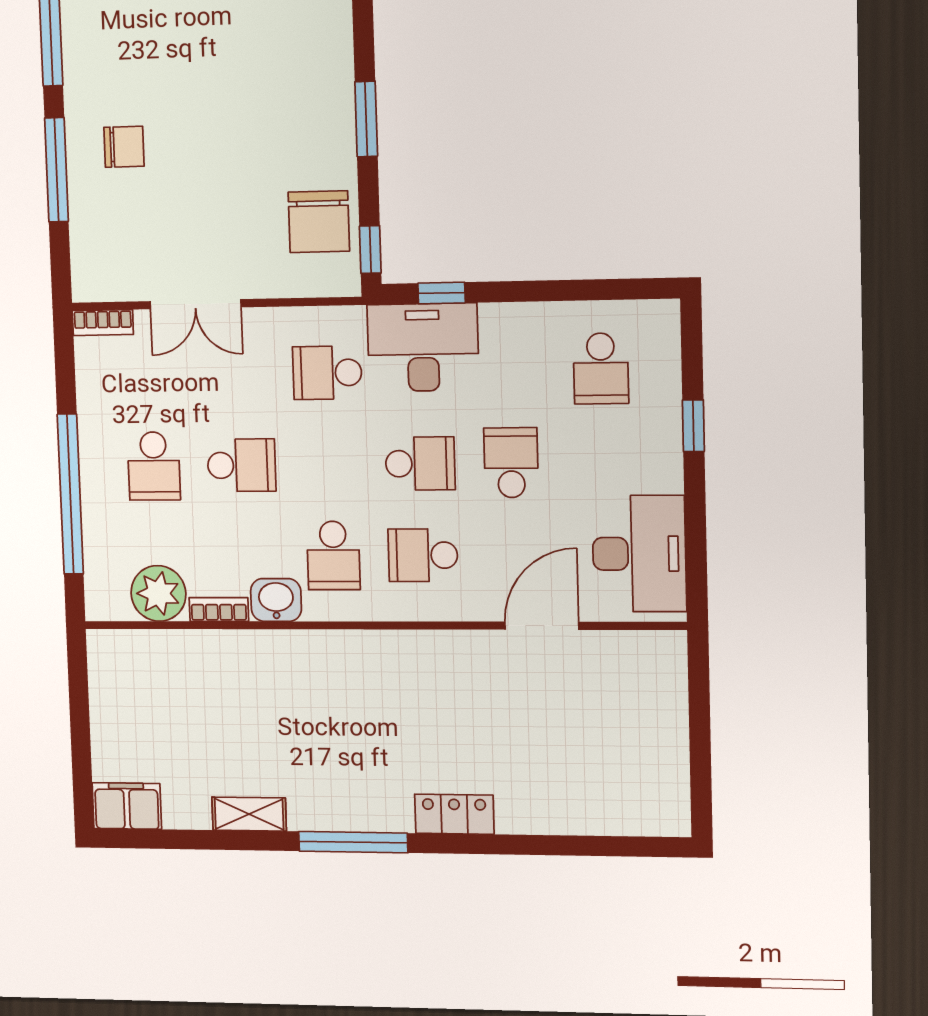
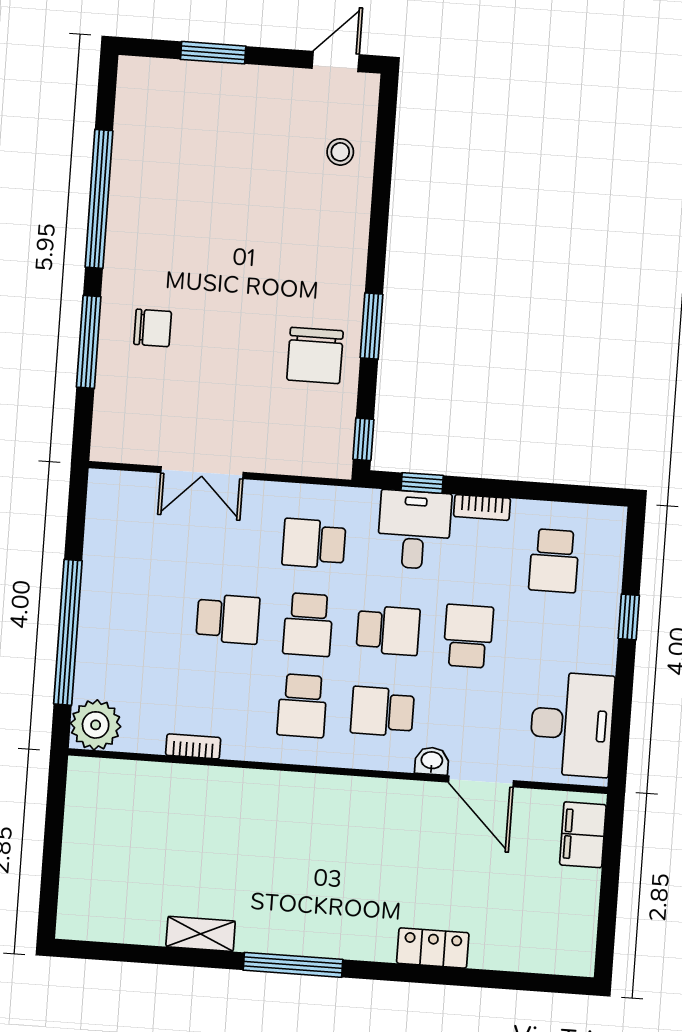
chair: (319, 222) -> (315, 355), moved
bookcase: (103, 323) -> (482, 507), moved
desk: (423, 347) -> (414, 530), width x0.73
school desk: (154, 466) -> (308, 625), moved
plant: (158, 593) -> (96, 725), moved
washbasin: (276, 600) -> (432, 761), moved, width x0.72, depth x0.69
door: (542, 626) -> (481, 781), swing flipped
filing cabinet: (127, 806) -> (583, 835), moved, turned -90
locker: (454, 814) -> (433, 948), moved

